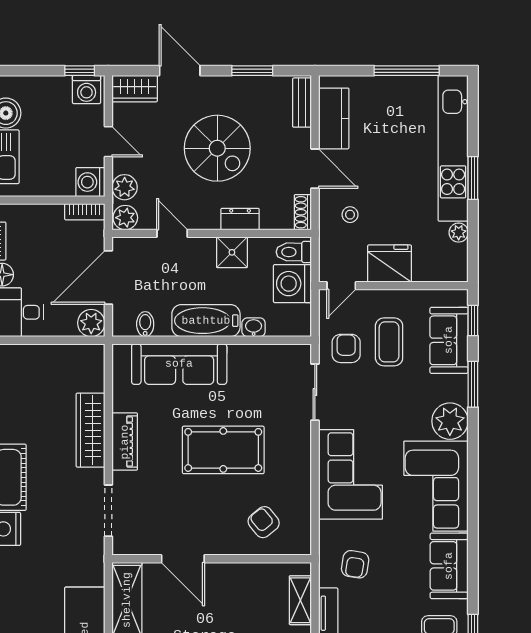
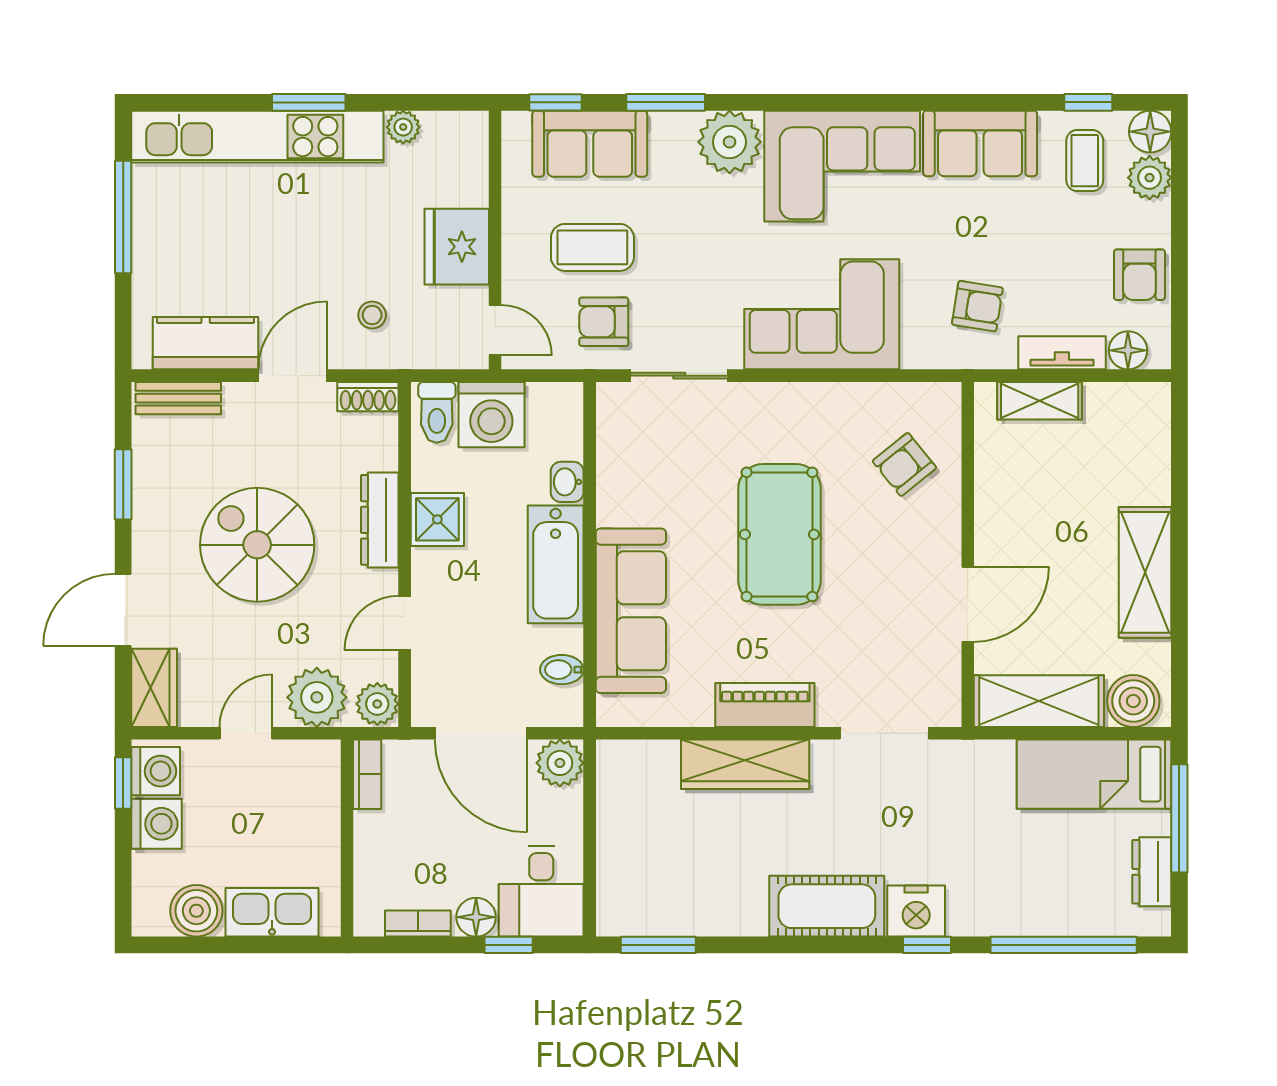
spiral stairs: (217, 148) -> (257, 545), turned -90
washing machine: (90, 182) -> (156, 824), moved, turned -90
plant: (125, 187) -> (317, 697), width x1.36, depth x1.36
dresser: (240, 219) -> (380, 520), width x1.44

